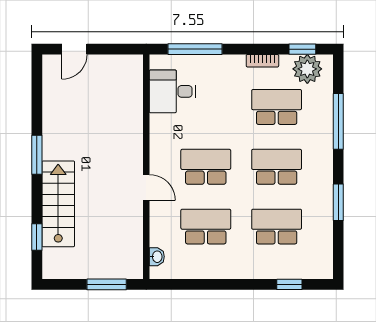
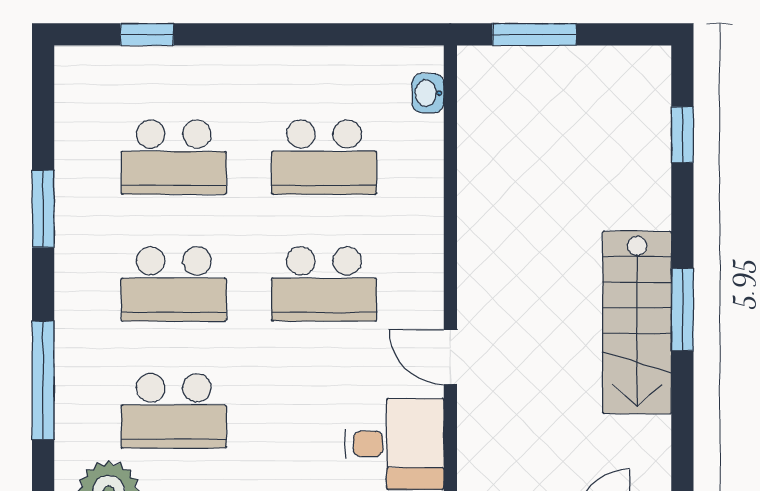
door: (146, 187) -> (450, 357), moved
stairs: (58, 204) -> (637, 322), moved

